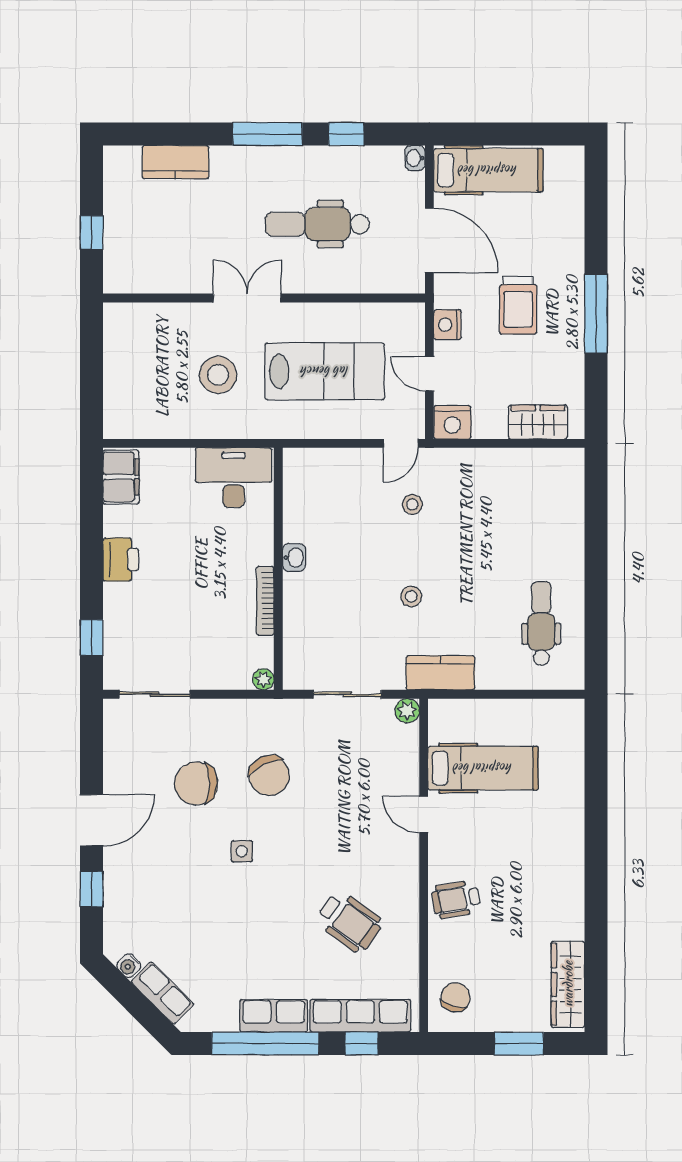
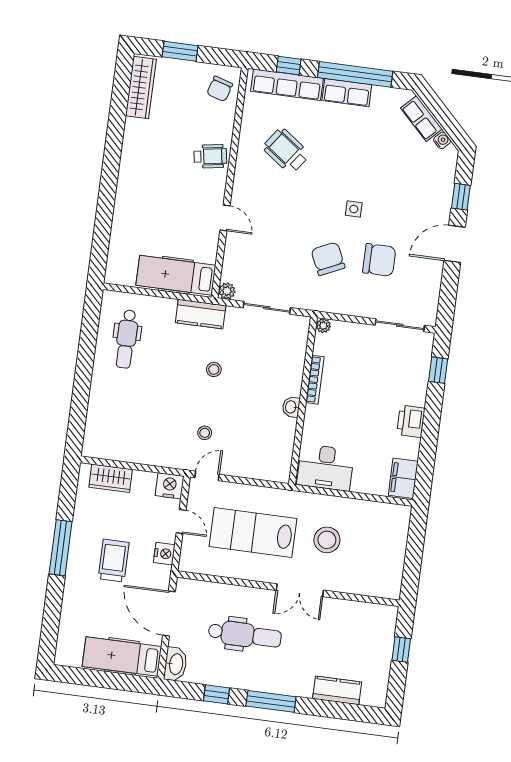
washbasin: (415, 158) -> (176, 664), width x1.91, depth x1.45
hospital bed: (483, 768) -> (176, 275), moved

